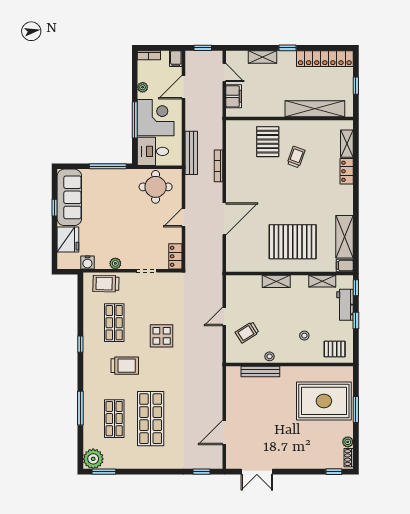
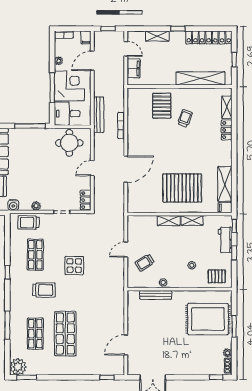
shelving: (322, 281) -> (192, 220), moved

